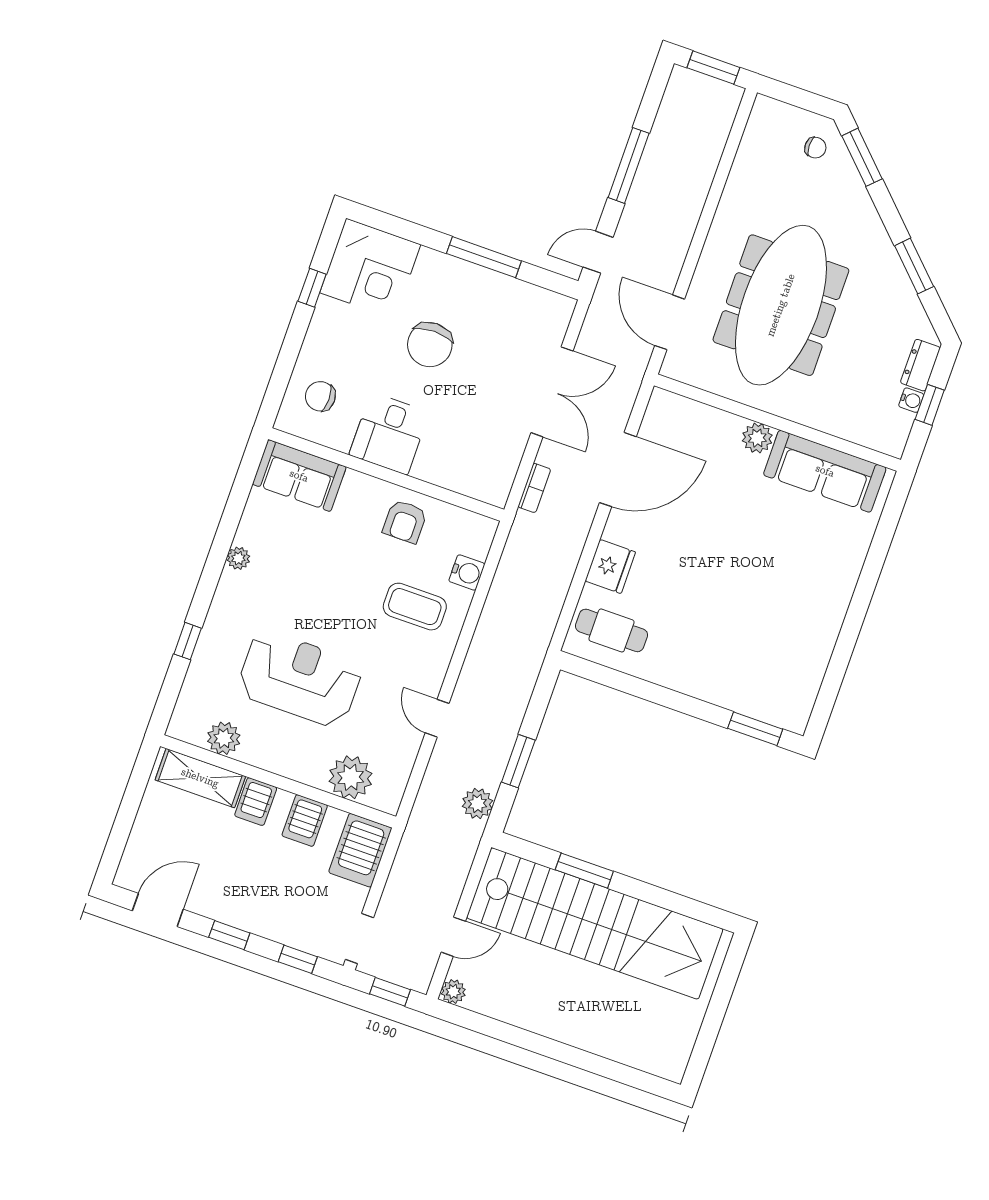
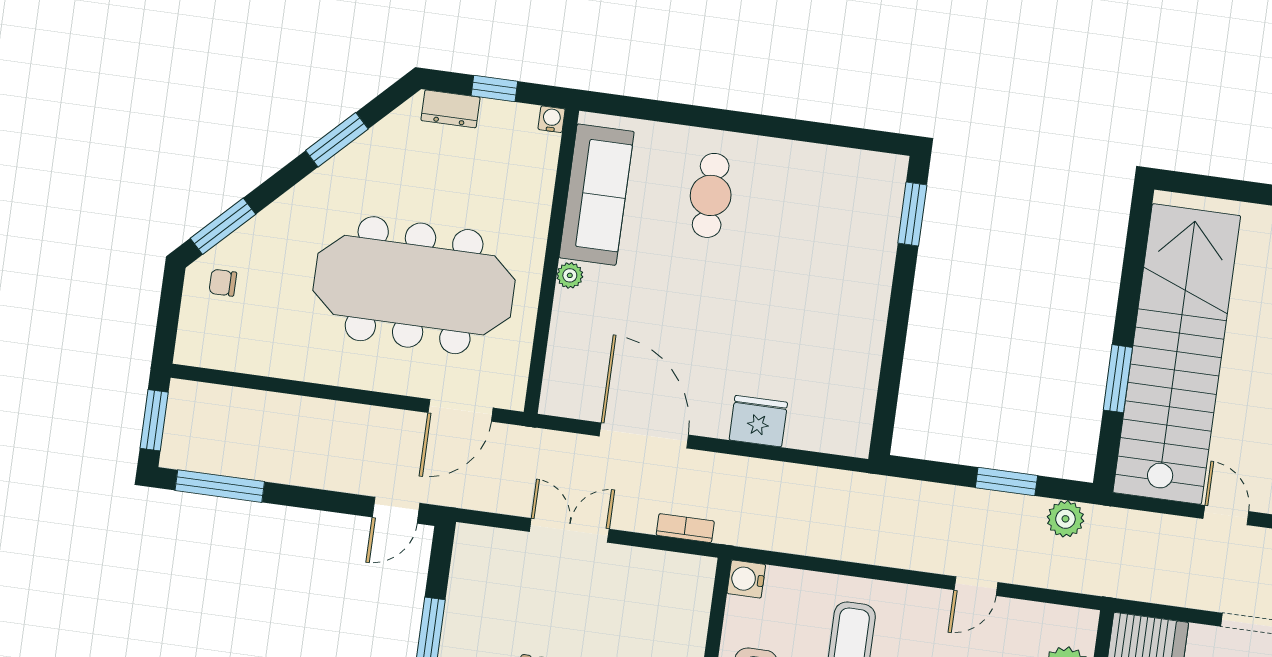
chair: (815, 148) -> (223, 283), turned -90
window: (629, 165) -> (220, 486), moved
door: (598, 252) -> (396, 510), hinge flipped
double door: (552, 392) -> (569, 530), width x0.73
water cooler: (911, 400) -> (552, 119), moved
plant: (757, 438) -> (570, 275), width x0.73, depth x0.73
water cooler: (467, 572) -> (746, 579), moved, turned -90
cafe table: (611, 630) -> (711, 195), moved

